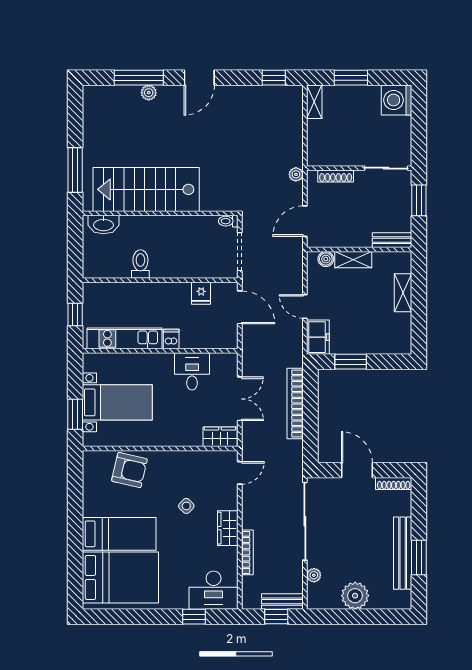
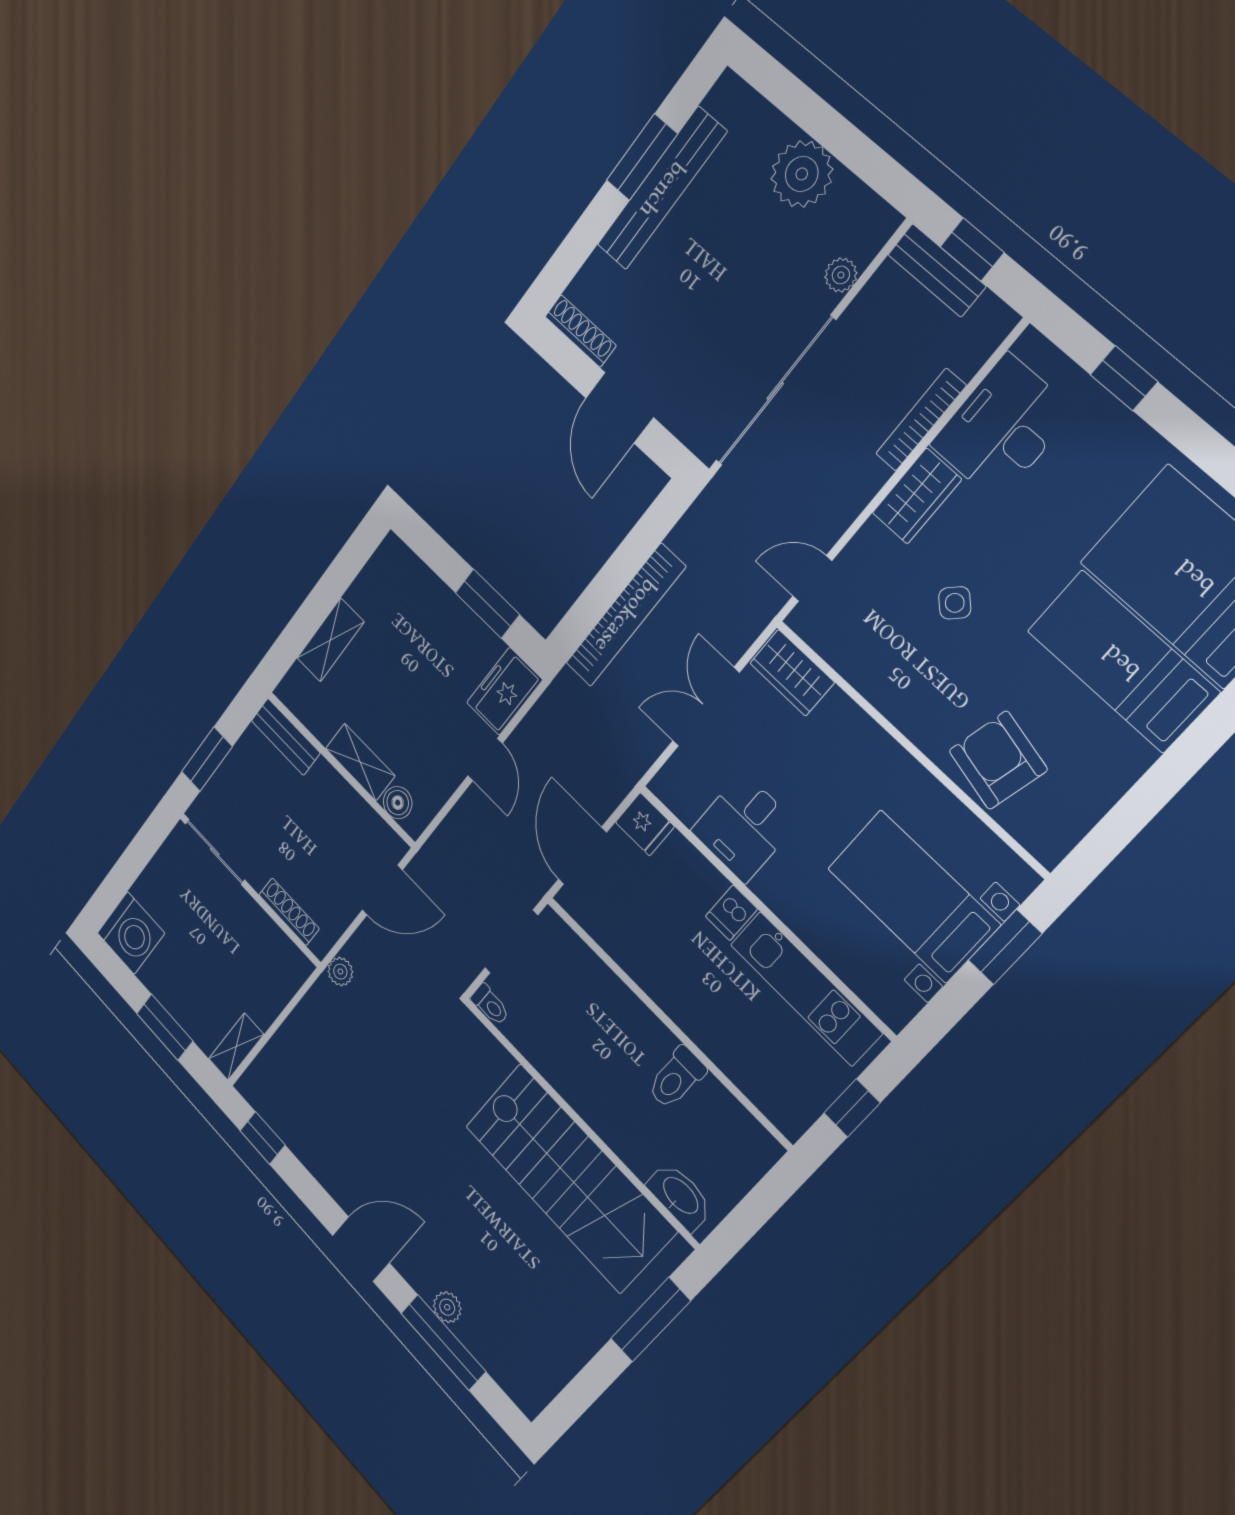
fridge: (201, 293) -> (645, 824), moved, turned 90
desk: (214, 590) -> (1002, 428), moved, turned -90

